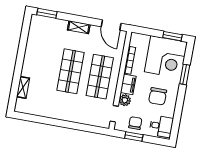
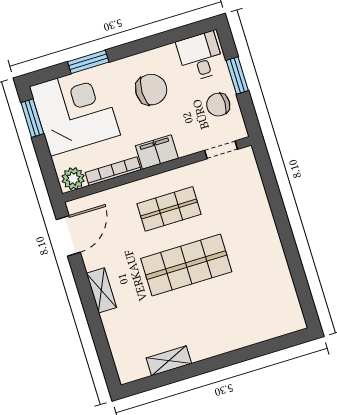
window: (47, 13) -> (106, 359), removed
shop shelf: (100, 77) -> (169, 209), width x0.70, depth x0.74
shelving: (23, 87) -> (169, 361), moved
plant: (125, 100) -> (73, 179), moved
window: (134, 137) -> (237, 75), moved

